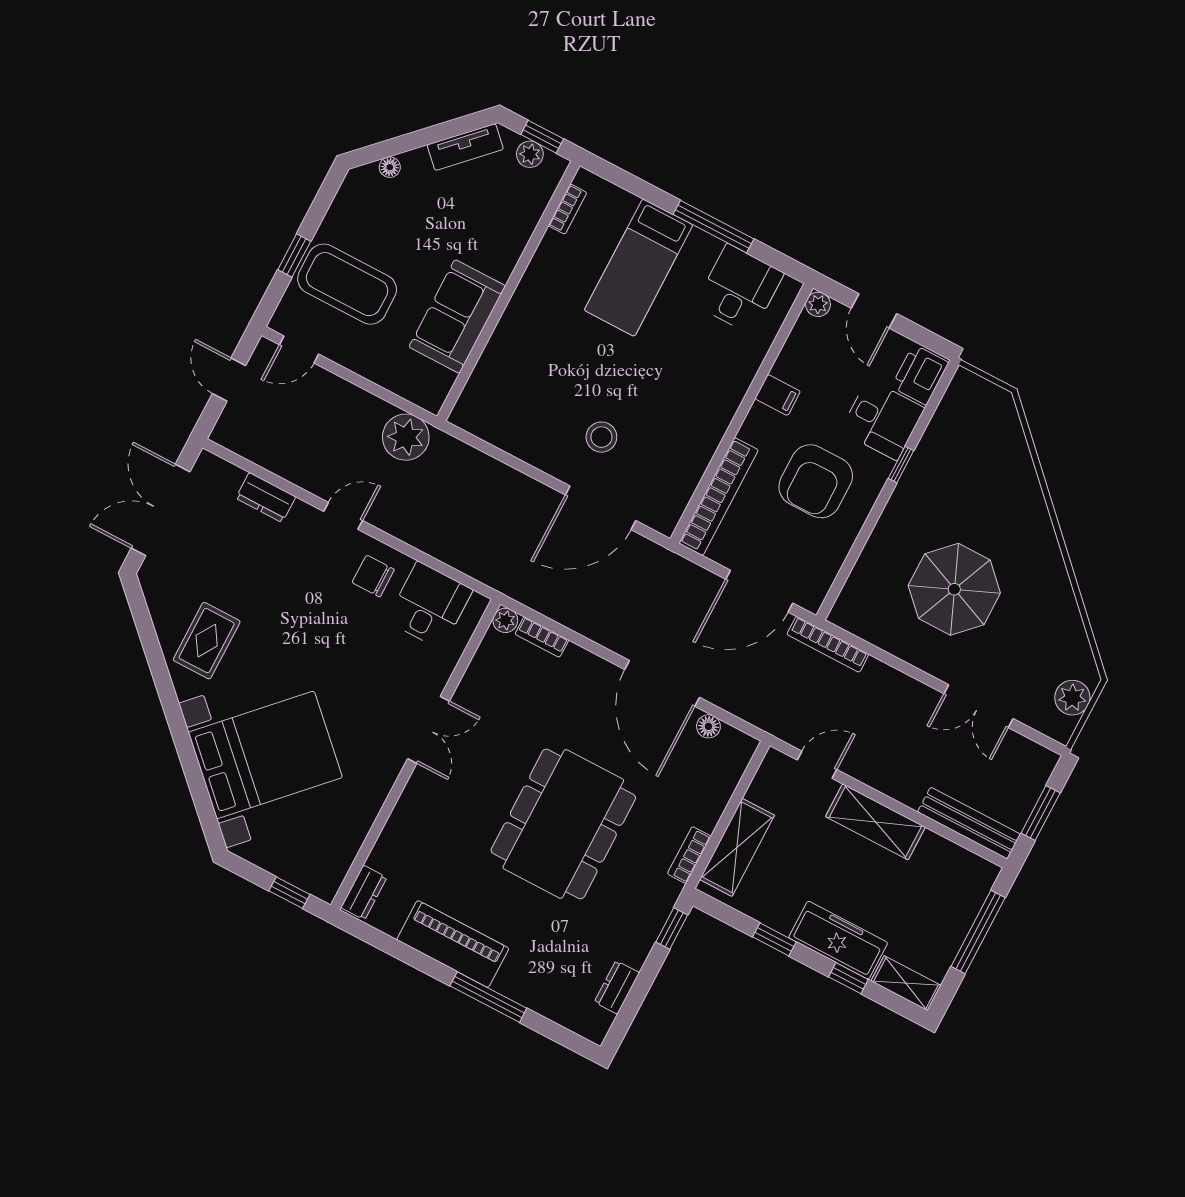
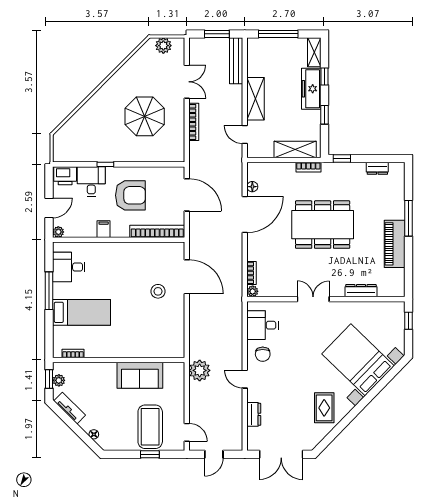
rug: (207, 641) -> (324, 408), turned 90
bookcase: (828, 644) -> (194, 122), moved
dresser: (364, 892) -> (361, 291), moved, width x1.44

